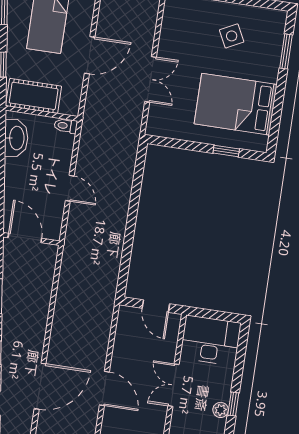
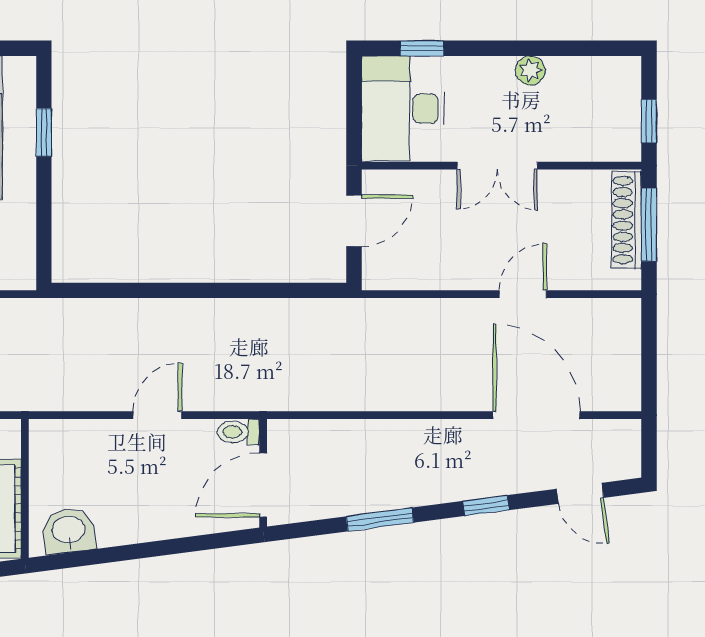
toilet: (66, 126) -> (238, 432), moved, turned 90
washbasin: (16, 138) -> (69, 531), width x0.72
door: (104, 388) -> (523, 294), width x0.73
window: (233, 404) -> (422, 48), moved

